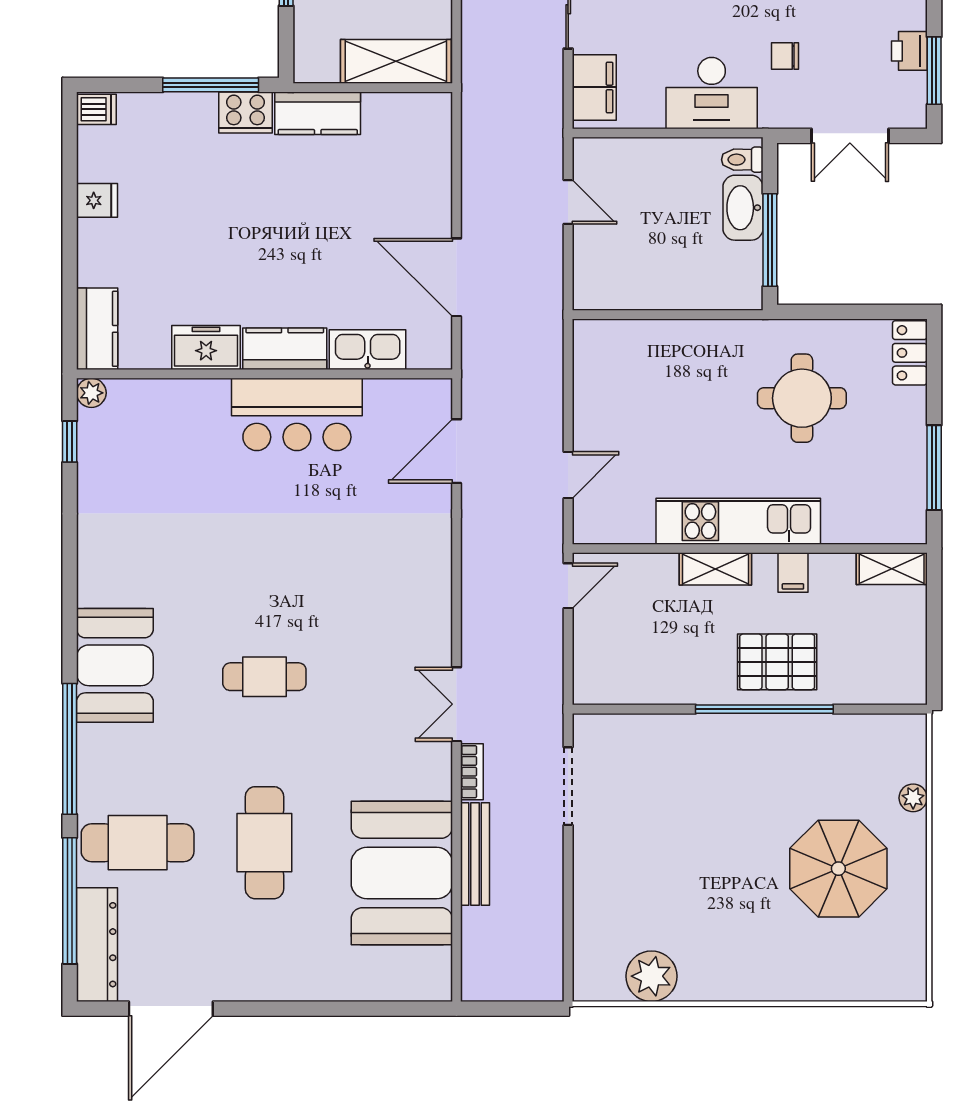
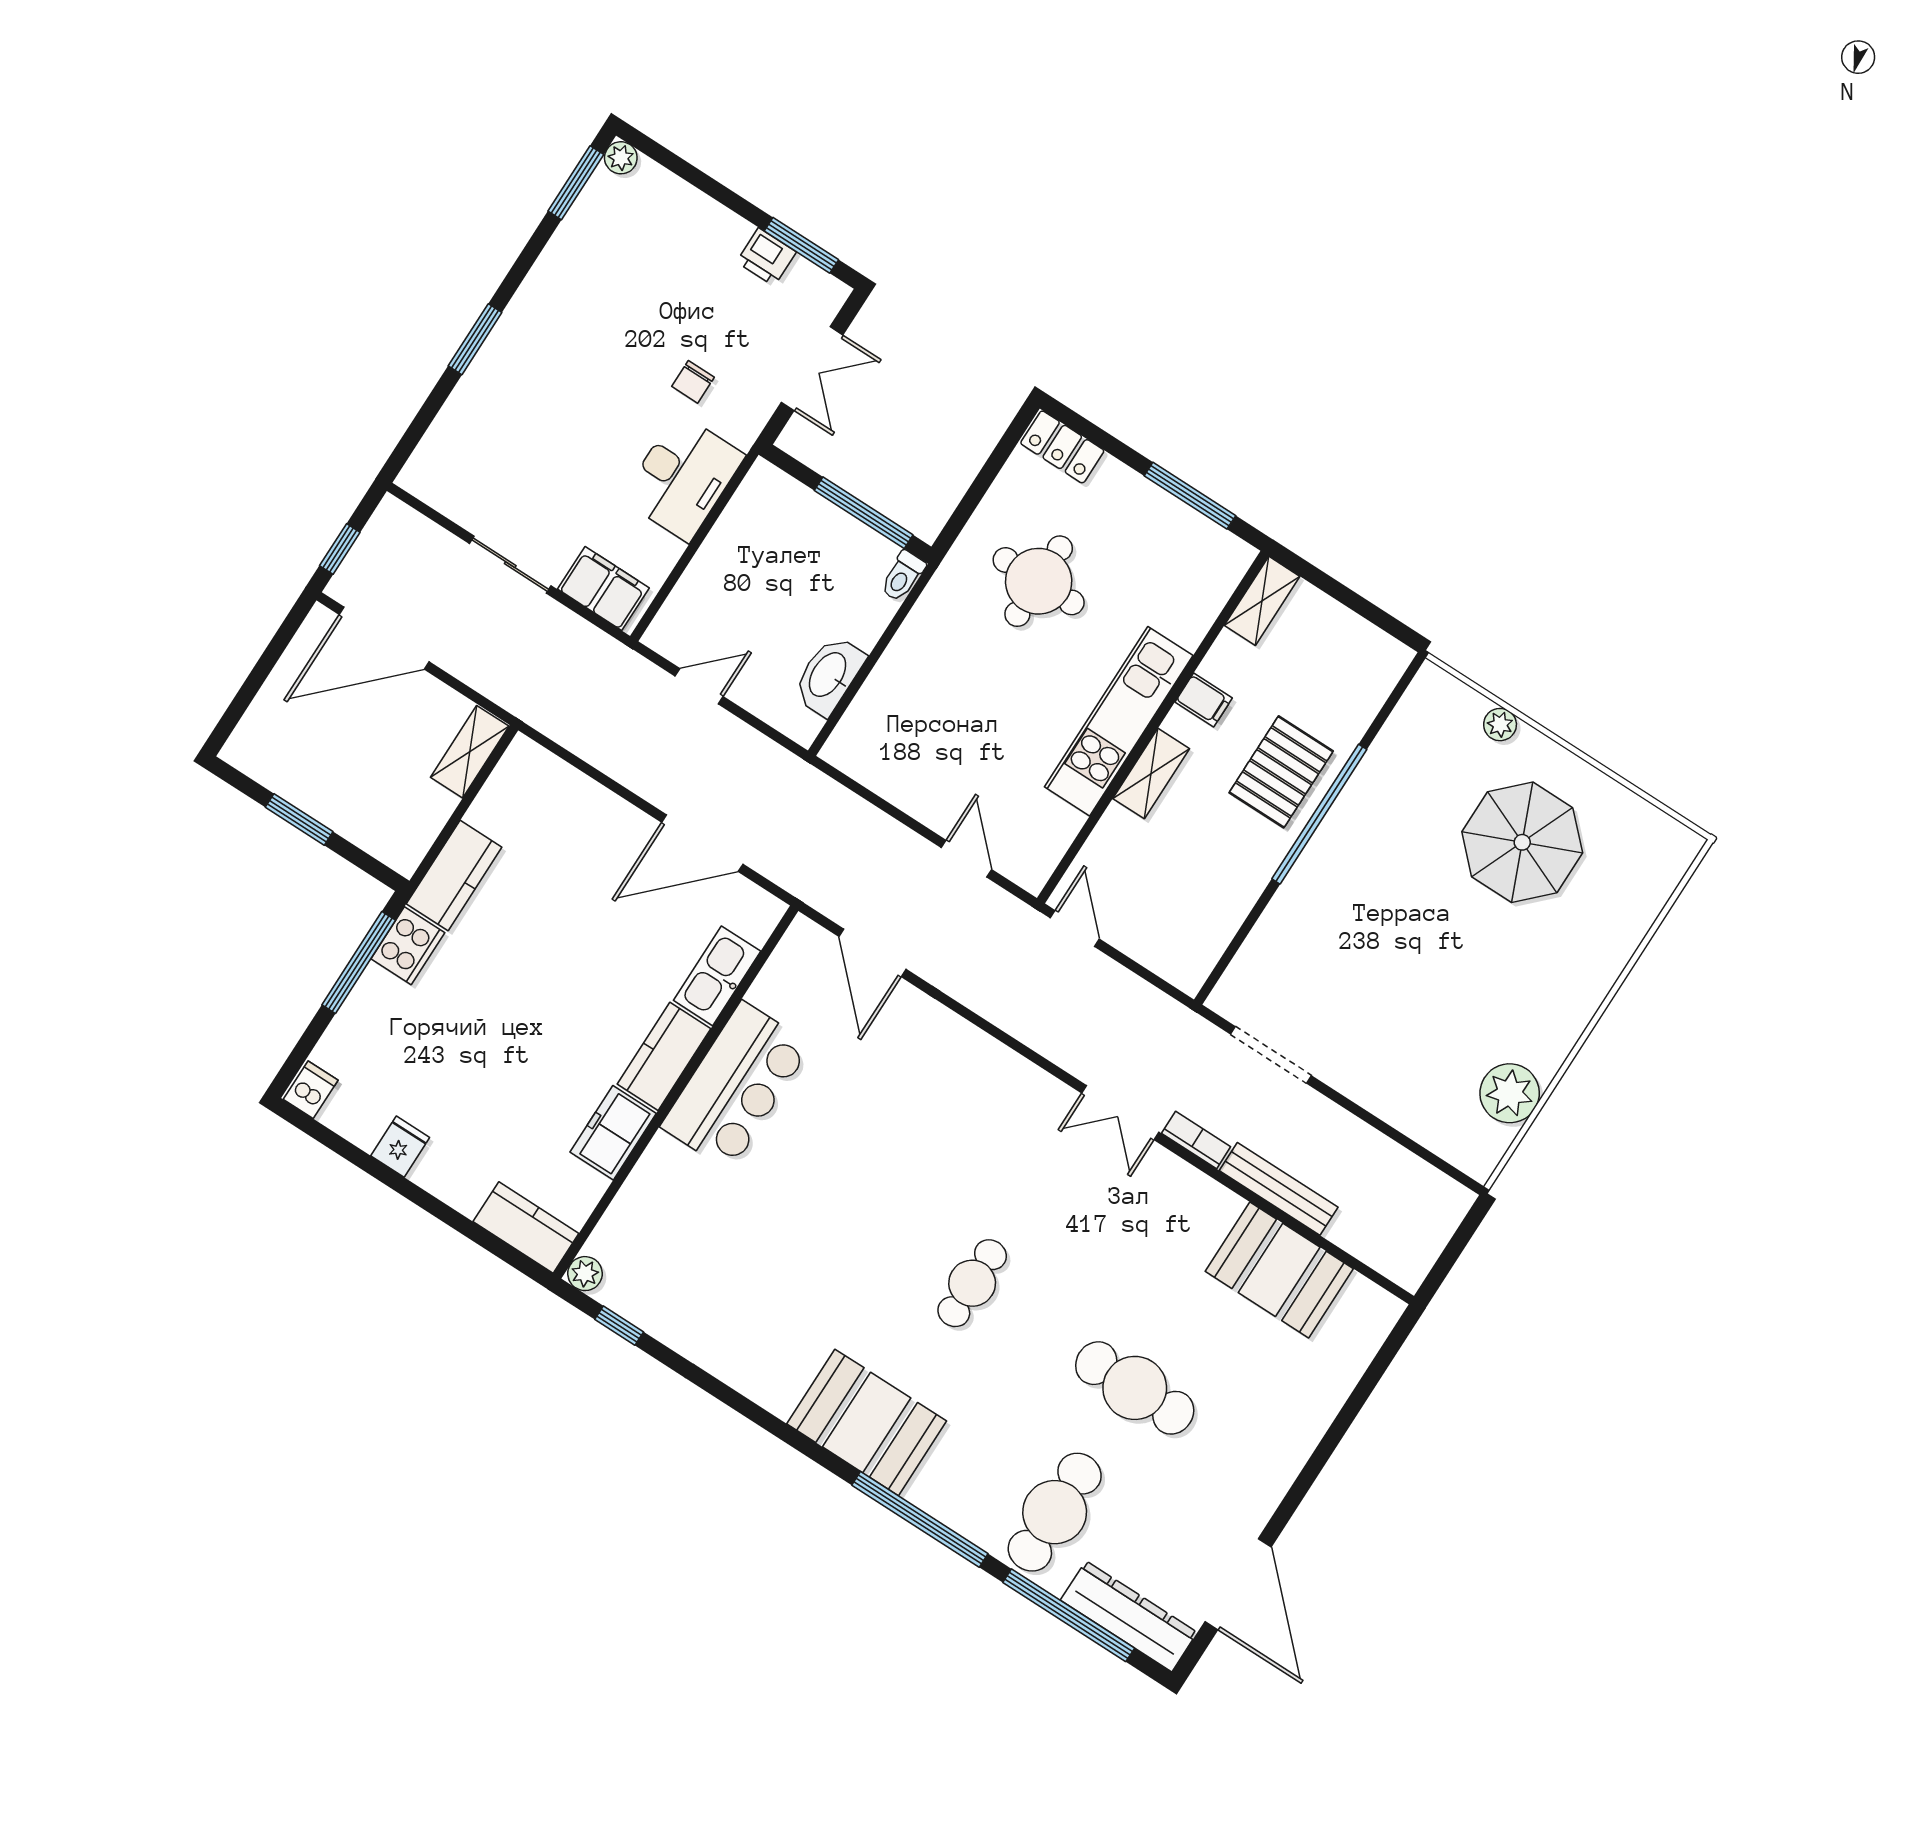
shelving: (396, 61) -> (470, 752), width x0.67, depth x0.75
toilet: (742, 160) -> (903, 576), moved
washbasin: (743, 208) -> (829, 675), moved, turned 90
booth: (402, 873) -> (1279, 1270), width x0.73, depth x0.70

